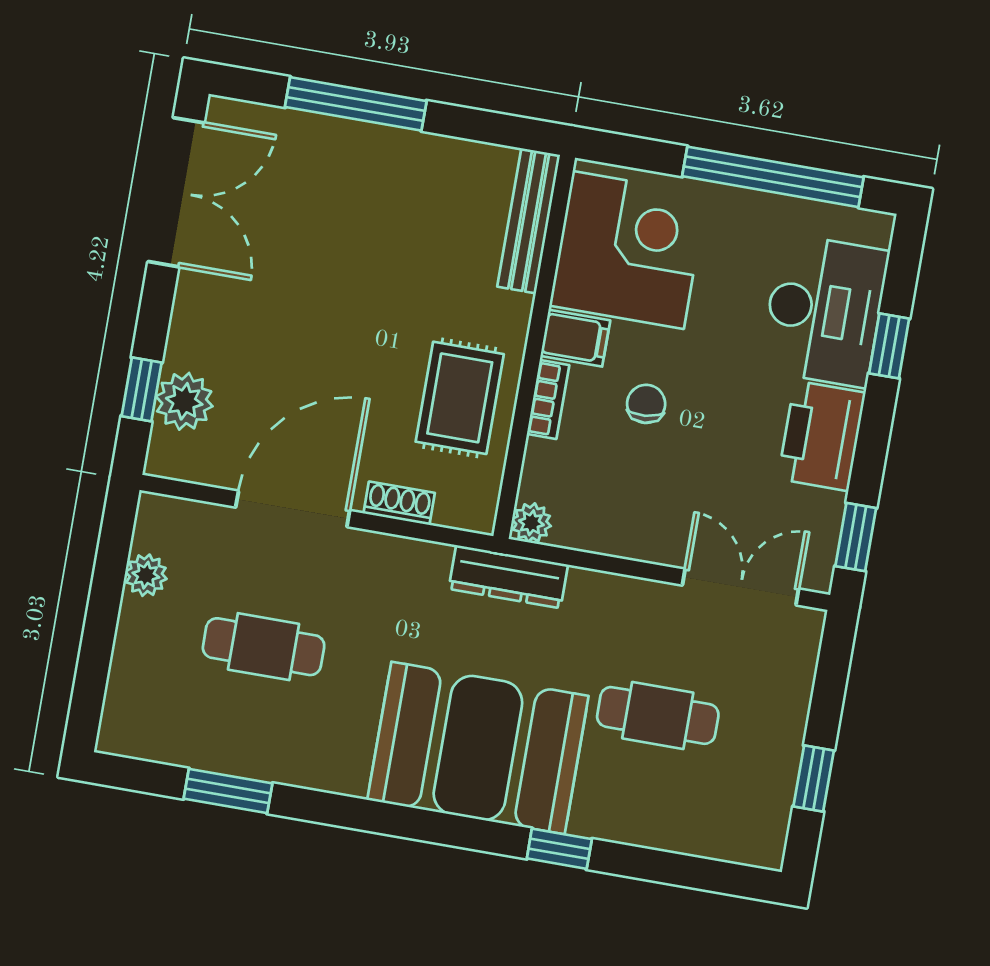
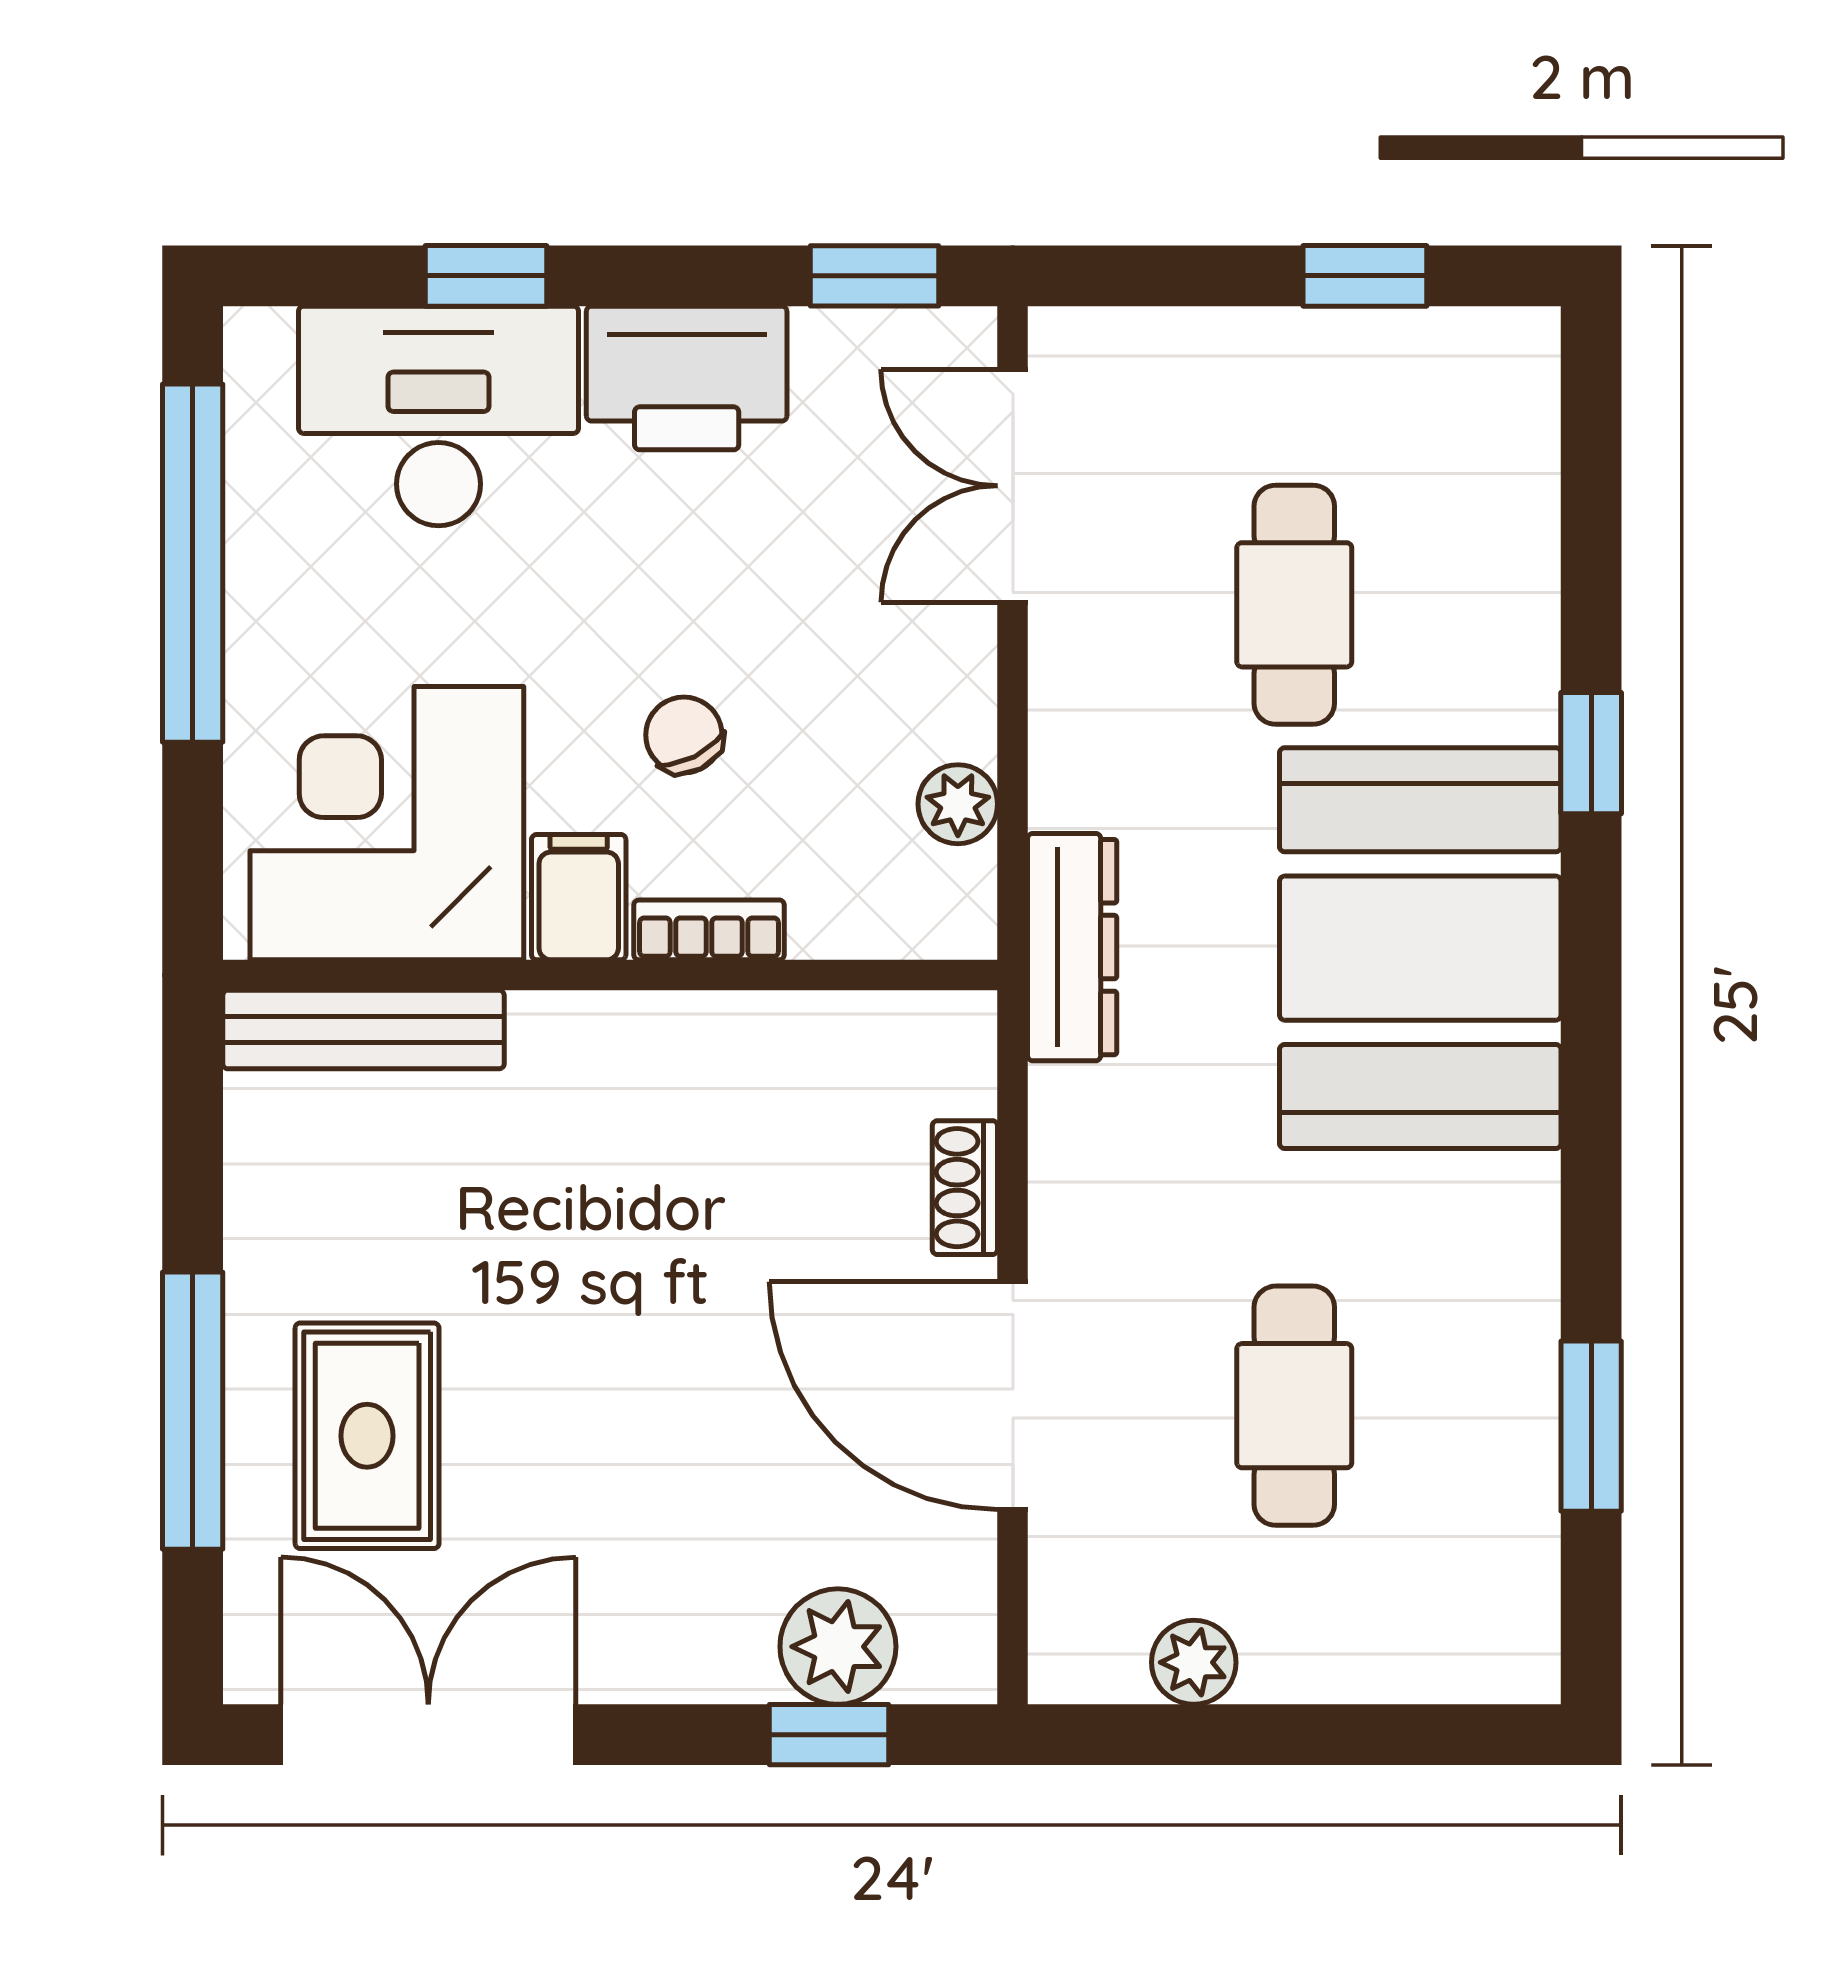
rug: (460, 398) -> (367, 1436), moved, turned 90
chair: (646, 404) -> (684, 735), turned 68
plant: (531, 523) -> (958, 804), moved

